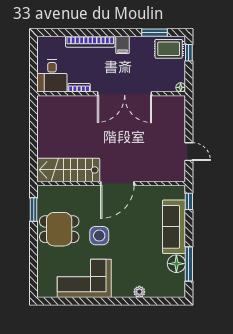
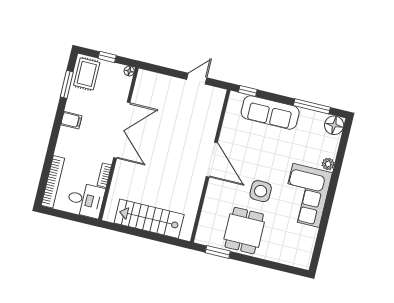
bookcase: (90, 42) -> (53, 182), moved
window: (189, 53) -> (107, 57), moved
stairs: (68, 170) -> (149, 219), moved, turned 90
floor lamp: (176, 264) -> (334, 125), moved
corner sofa: (84, 278) -> (306, 195), moved

